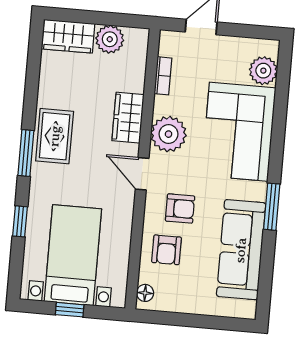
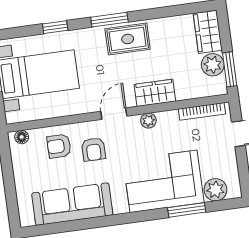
window: (120, 20) -> (230, 69), added
bookcase: (163, 76) -> (202, 111), width x1.56
plant: (168, 134) -> (148, 121), width x0.53, depth x0.53
window: (272, 207) -> (187, 210), moved

